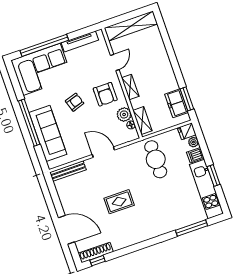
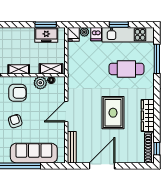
cafe table: (156, 159) -> (126, 69), moved
rug: (119, 202) -> (113, 113), width x1.36, depth x1.43
door: (66, 230) -> (102, 166), moved
wardrobe: (129, 239) -> (148, 115), added

